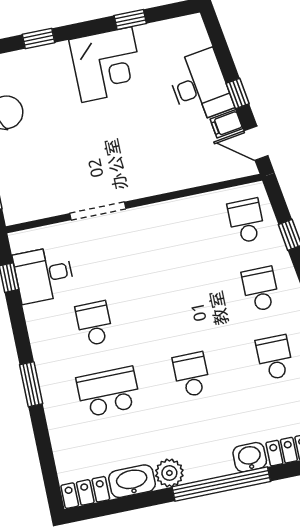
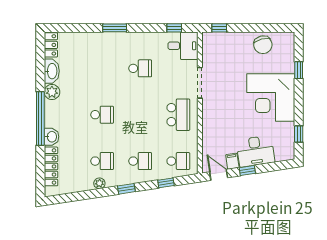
window: (130, 20) -> (299, 134), moved
corner desk: (107, 65) -> (271, 97), width x1.36, depth x1.36
door: (256, 143) -> (219, 175), hinge flipped
desk: (44, 275) -> (183, 46), moved, turned 90
school desk: (108, 392) -> (178, 115), moved

